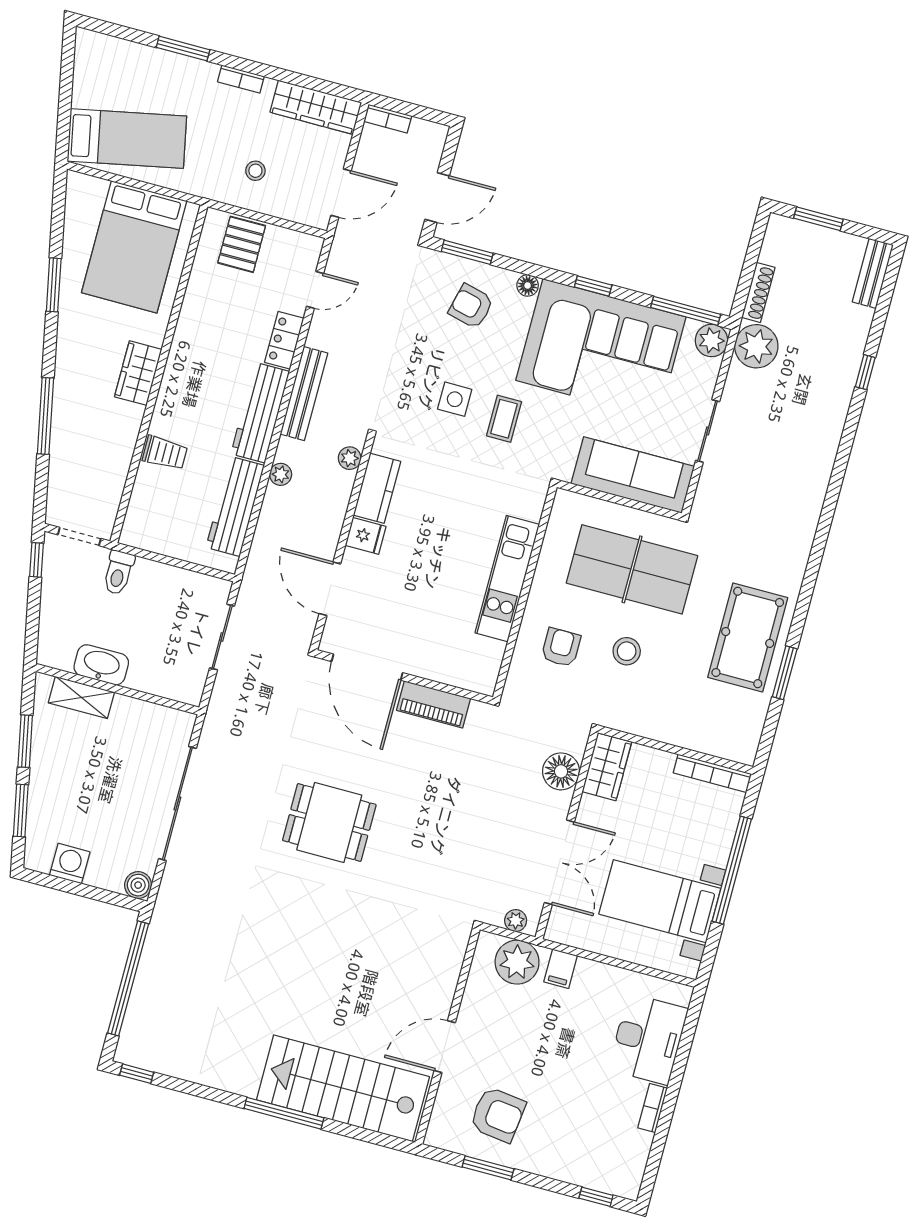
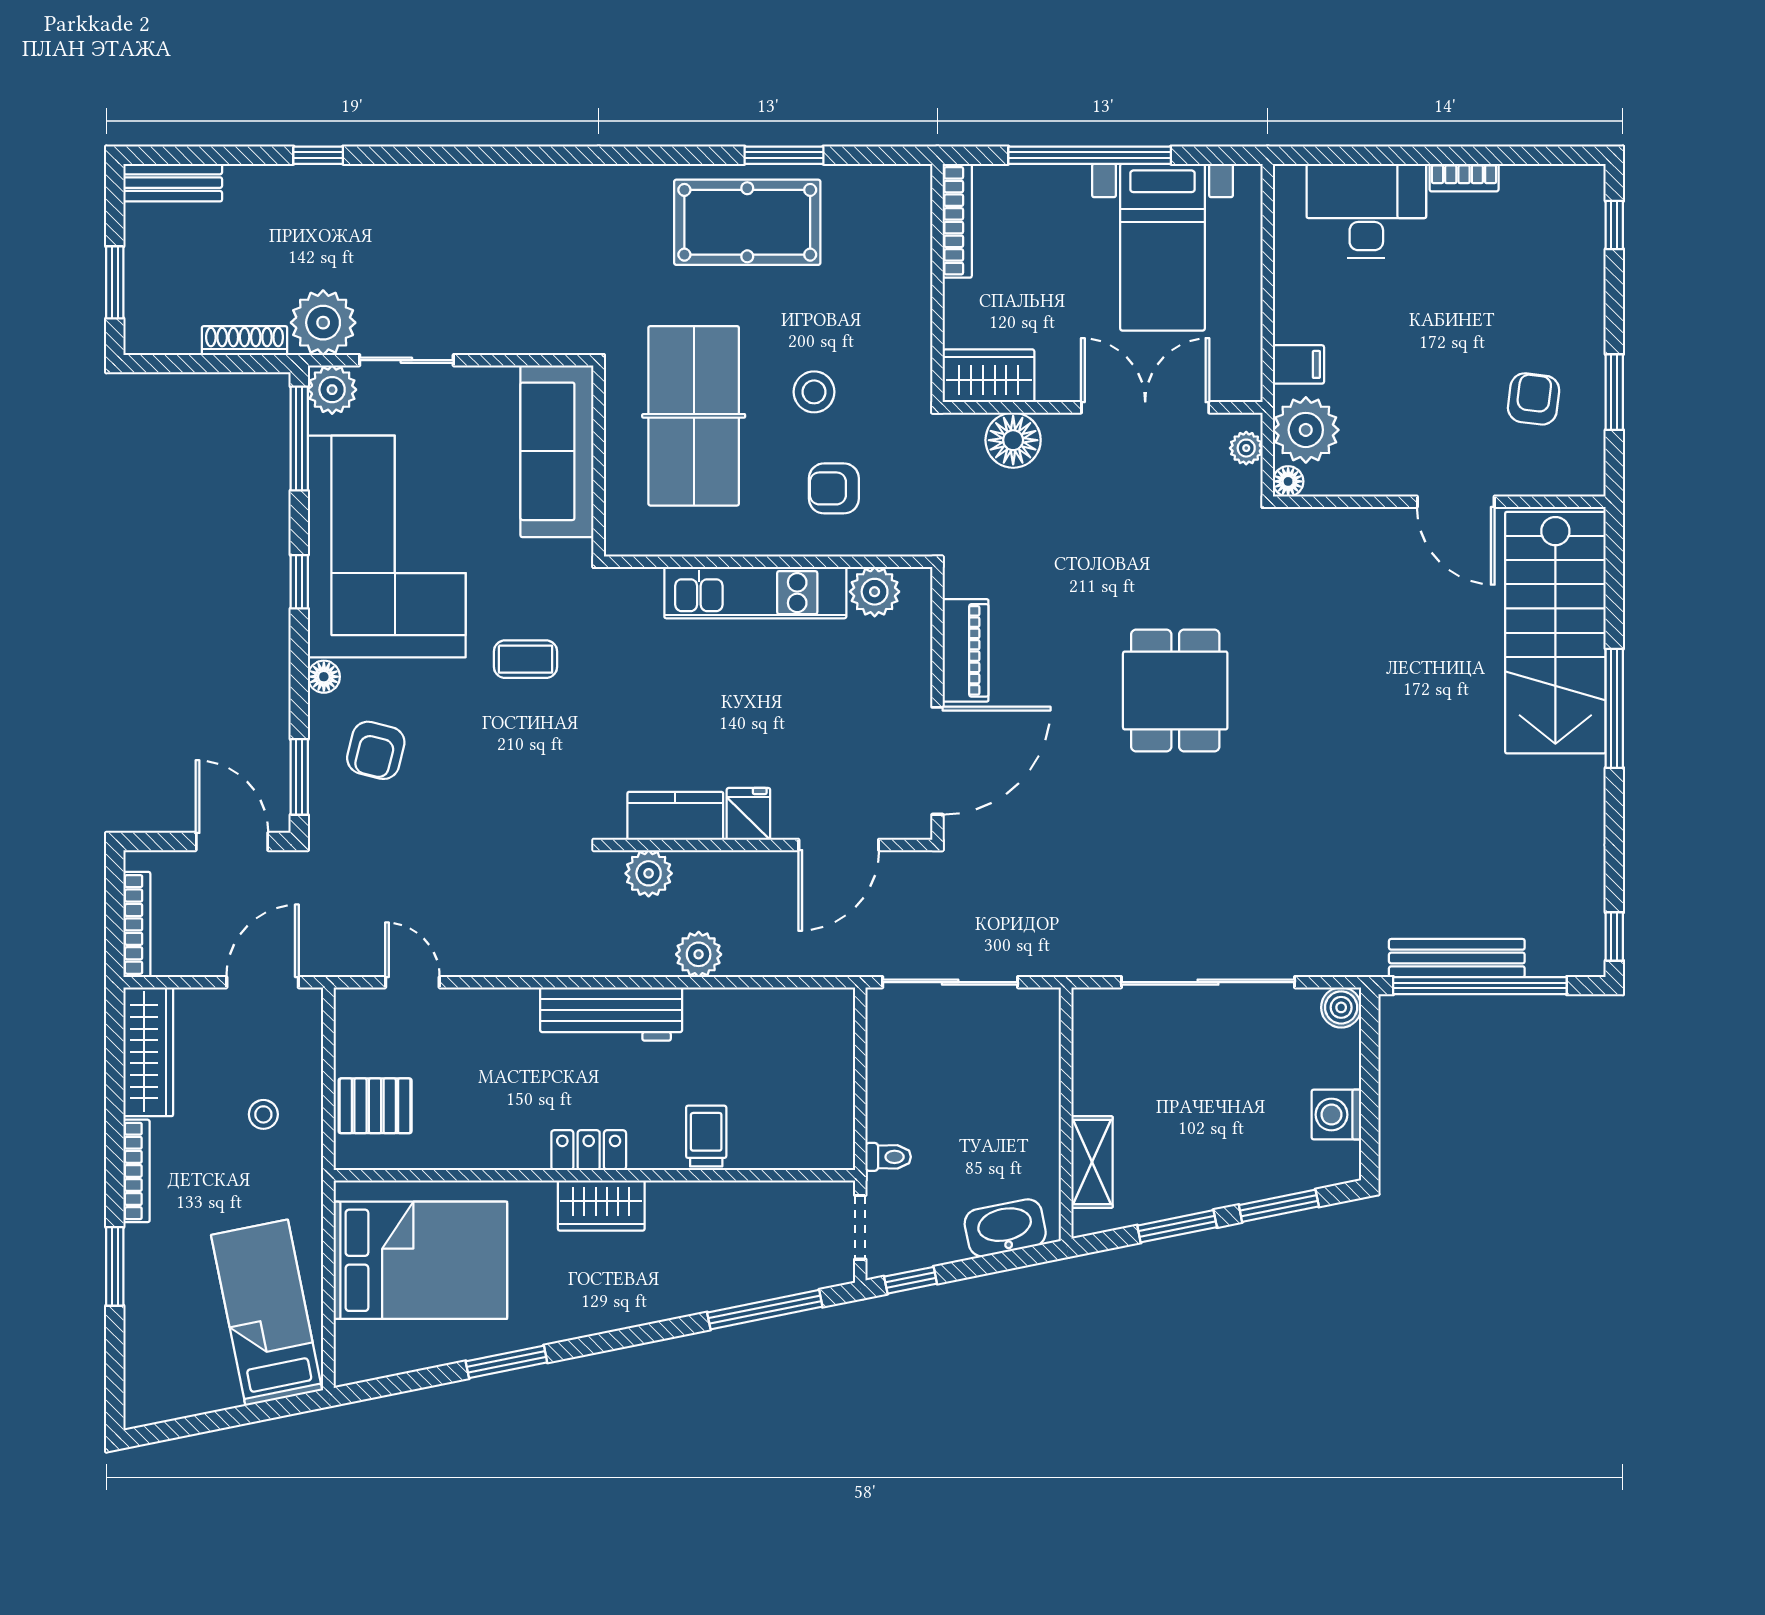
bookcase: (241, 79) -> (136, 1171), width x1.56
bookcase: (388, 119) -> (137, 924), width x1.56
door: (341, 193) -> (263, 982), hinge flipped
locker: (284, 340) -> (589, 1150), moved, turned 180
bench: (304, 394) -> (1457, 958), moved
side table: (455, 399) -> (516, 738), removed
window: (45, 416) -> (765, 1310), moved
sliding door: (708, 431) -> (406, 360), moved
plant: (350, 458) -> (649, 873), width x1.38, depth x1.38
plant: (281, 474) -> (699, 954), width x1.38, depth x1.38
workbench: (235, 506) -> (756, 1014), removed
toilet: (118, 572) -> (888, 1157), width x0.73, depth x0.72
sliding door: (222, 637) -> (950, 982), width x1.37
plant: (487, 656) -> (875, 592), added
washbasin: (101, 665) -> (1005, 1228), moved, turned 79
dining table: (329, 822) -> (1175, 690), moved
floor lamp: (487, 942) -> (1288, 481), added
armchair: (498, 1115) -> (1534, 399), width x0.72, depth x0.72

